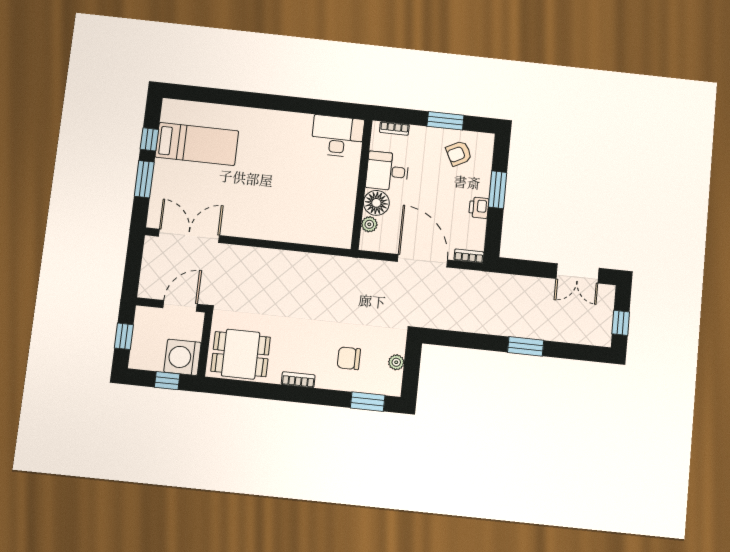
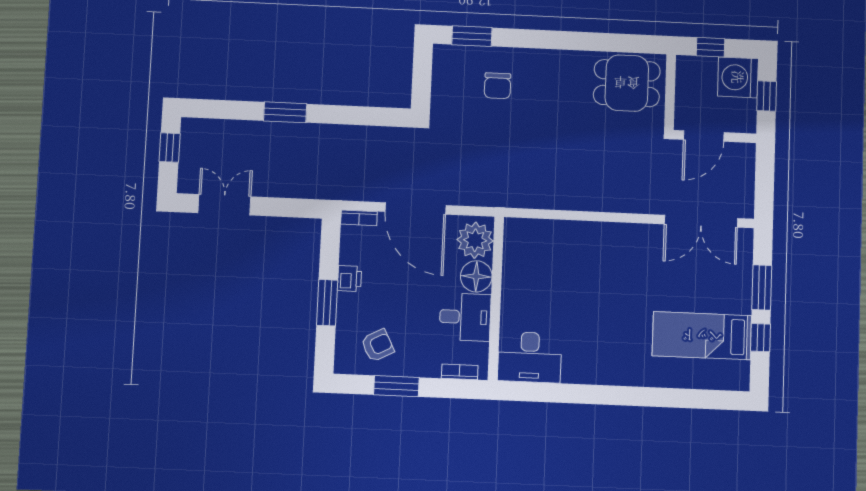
plant: (369, 224) -> (475, 240), width x1.88, depth x1.88
washing machine: (182, 357) -> (738, 77), moved, turned 180
chair: (349, 358) -> (498, 86), turned 90
plant: (396, 362) -> (440, 84), removed
bookcase: (298, 380) -> (556, 57), removed

